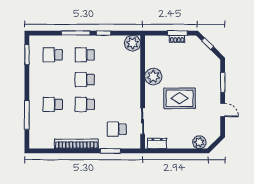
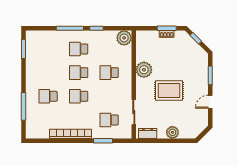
school desk: (53, 55) -> (109, 73), moved
door: (223, 110) -> (210, 102), swing flipped
plant: (199, 142) -> (172, 132), moved

